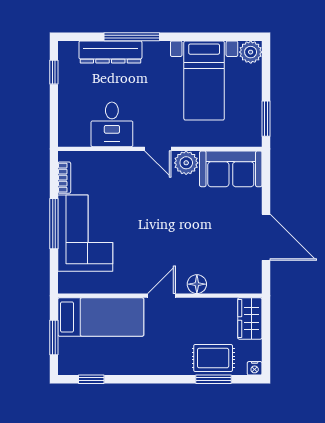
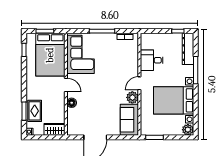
dresser: (110, 52) -> (188, 49), moved
bed with nightstands: (204, 80) -> (174, 100), width x1.36
corner sofa: (85, 233) -> (81, 54), moved, turned -90
bed: (101, 317) -> (50, 55), width x1.50

